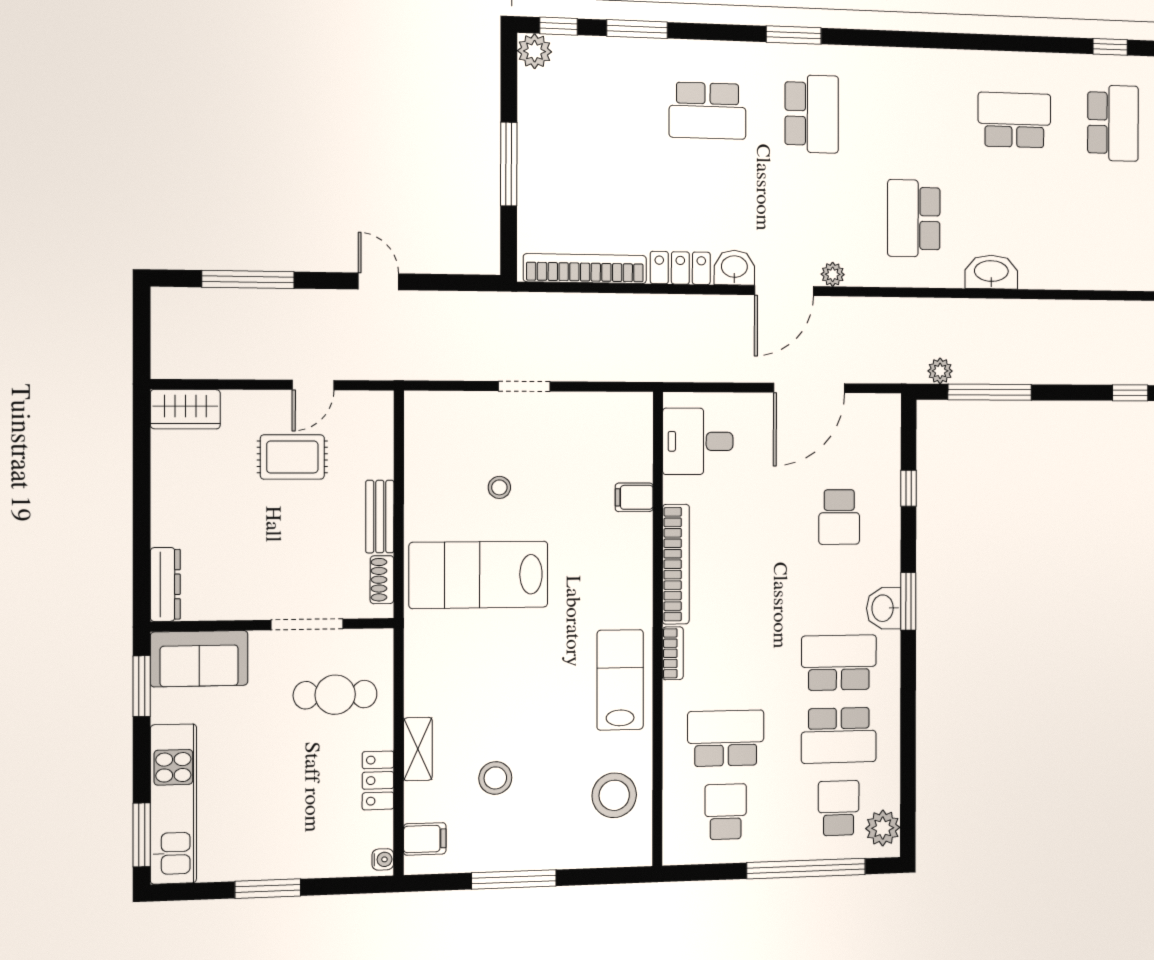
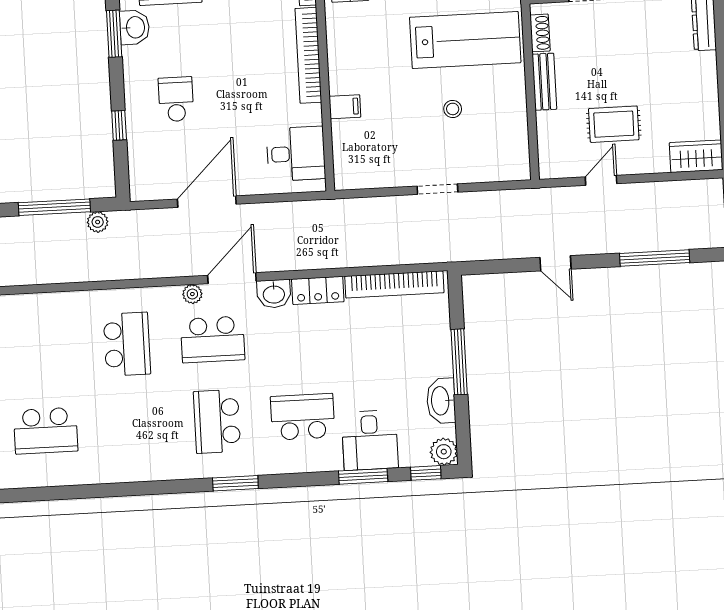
desk: (626, 74) -> (370, 440), added
school desk: (812, 216) -> (213, 339), added
washbasin: (991, 272) -> (441, 401), moved, turned 90

